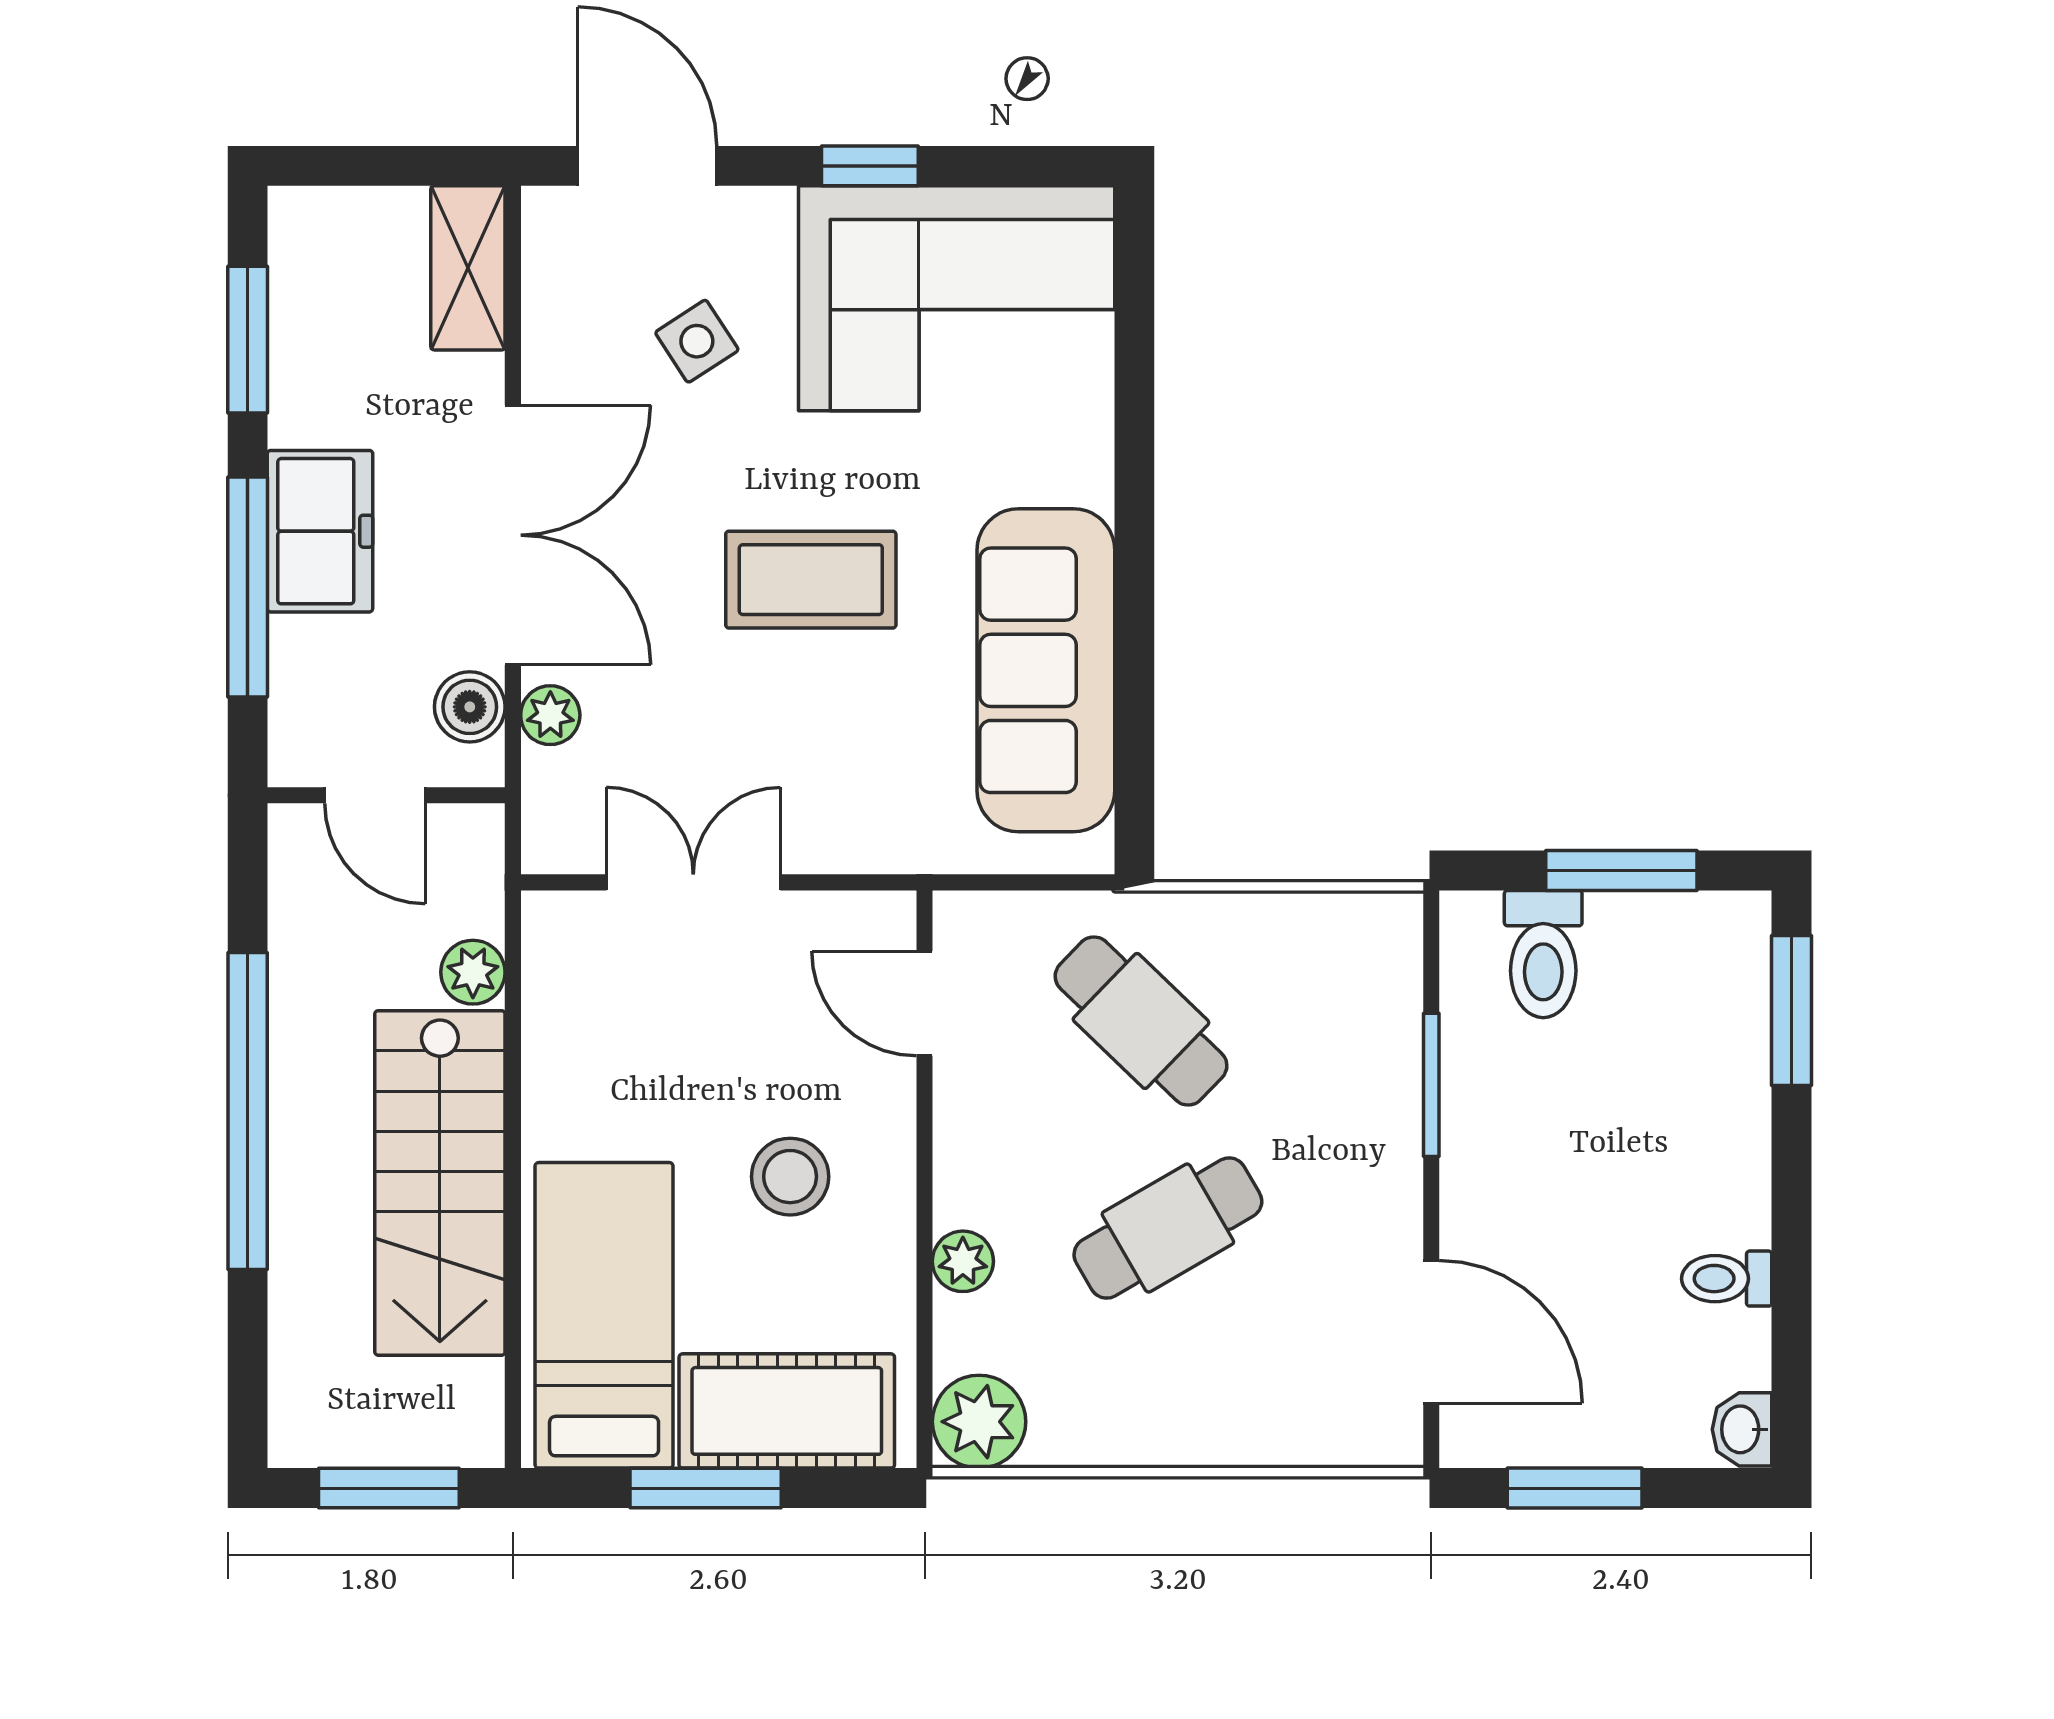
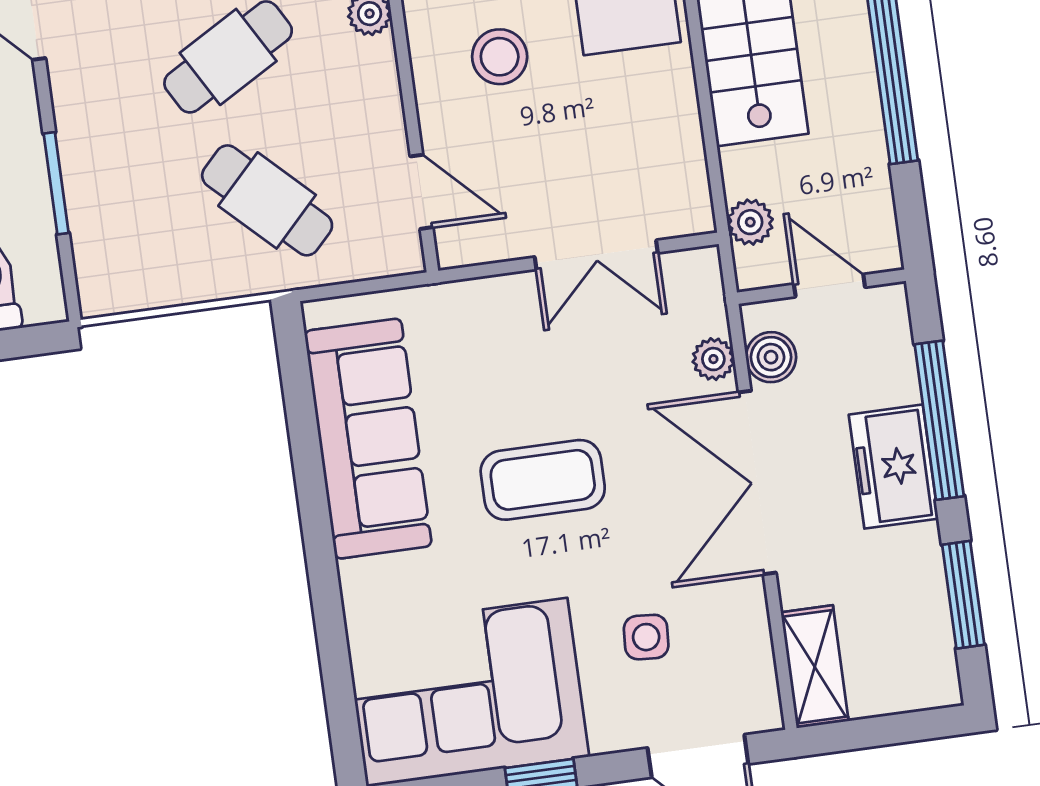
side table: (697, 341) -> (646, 637), turned 37
plant: (473, 972) -> (750, 222), moved

